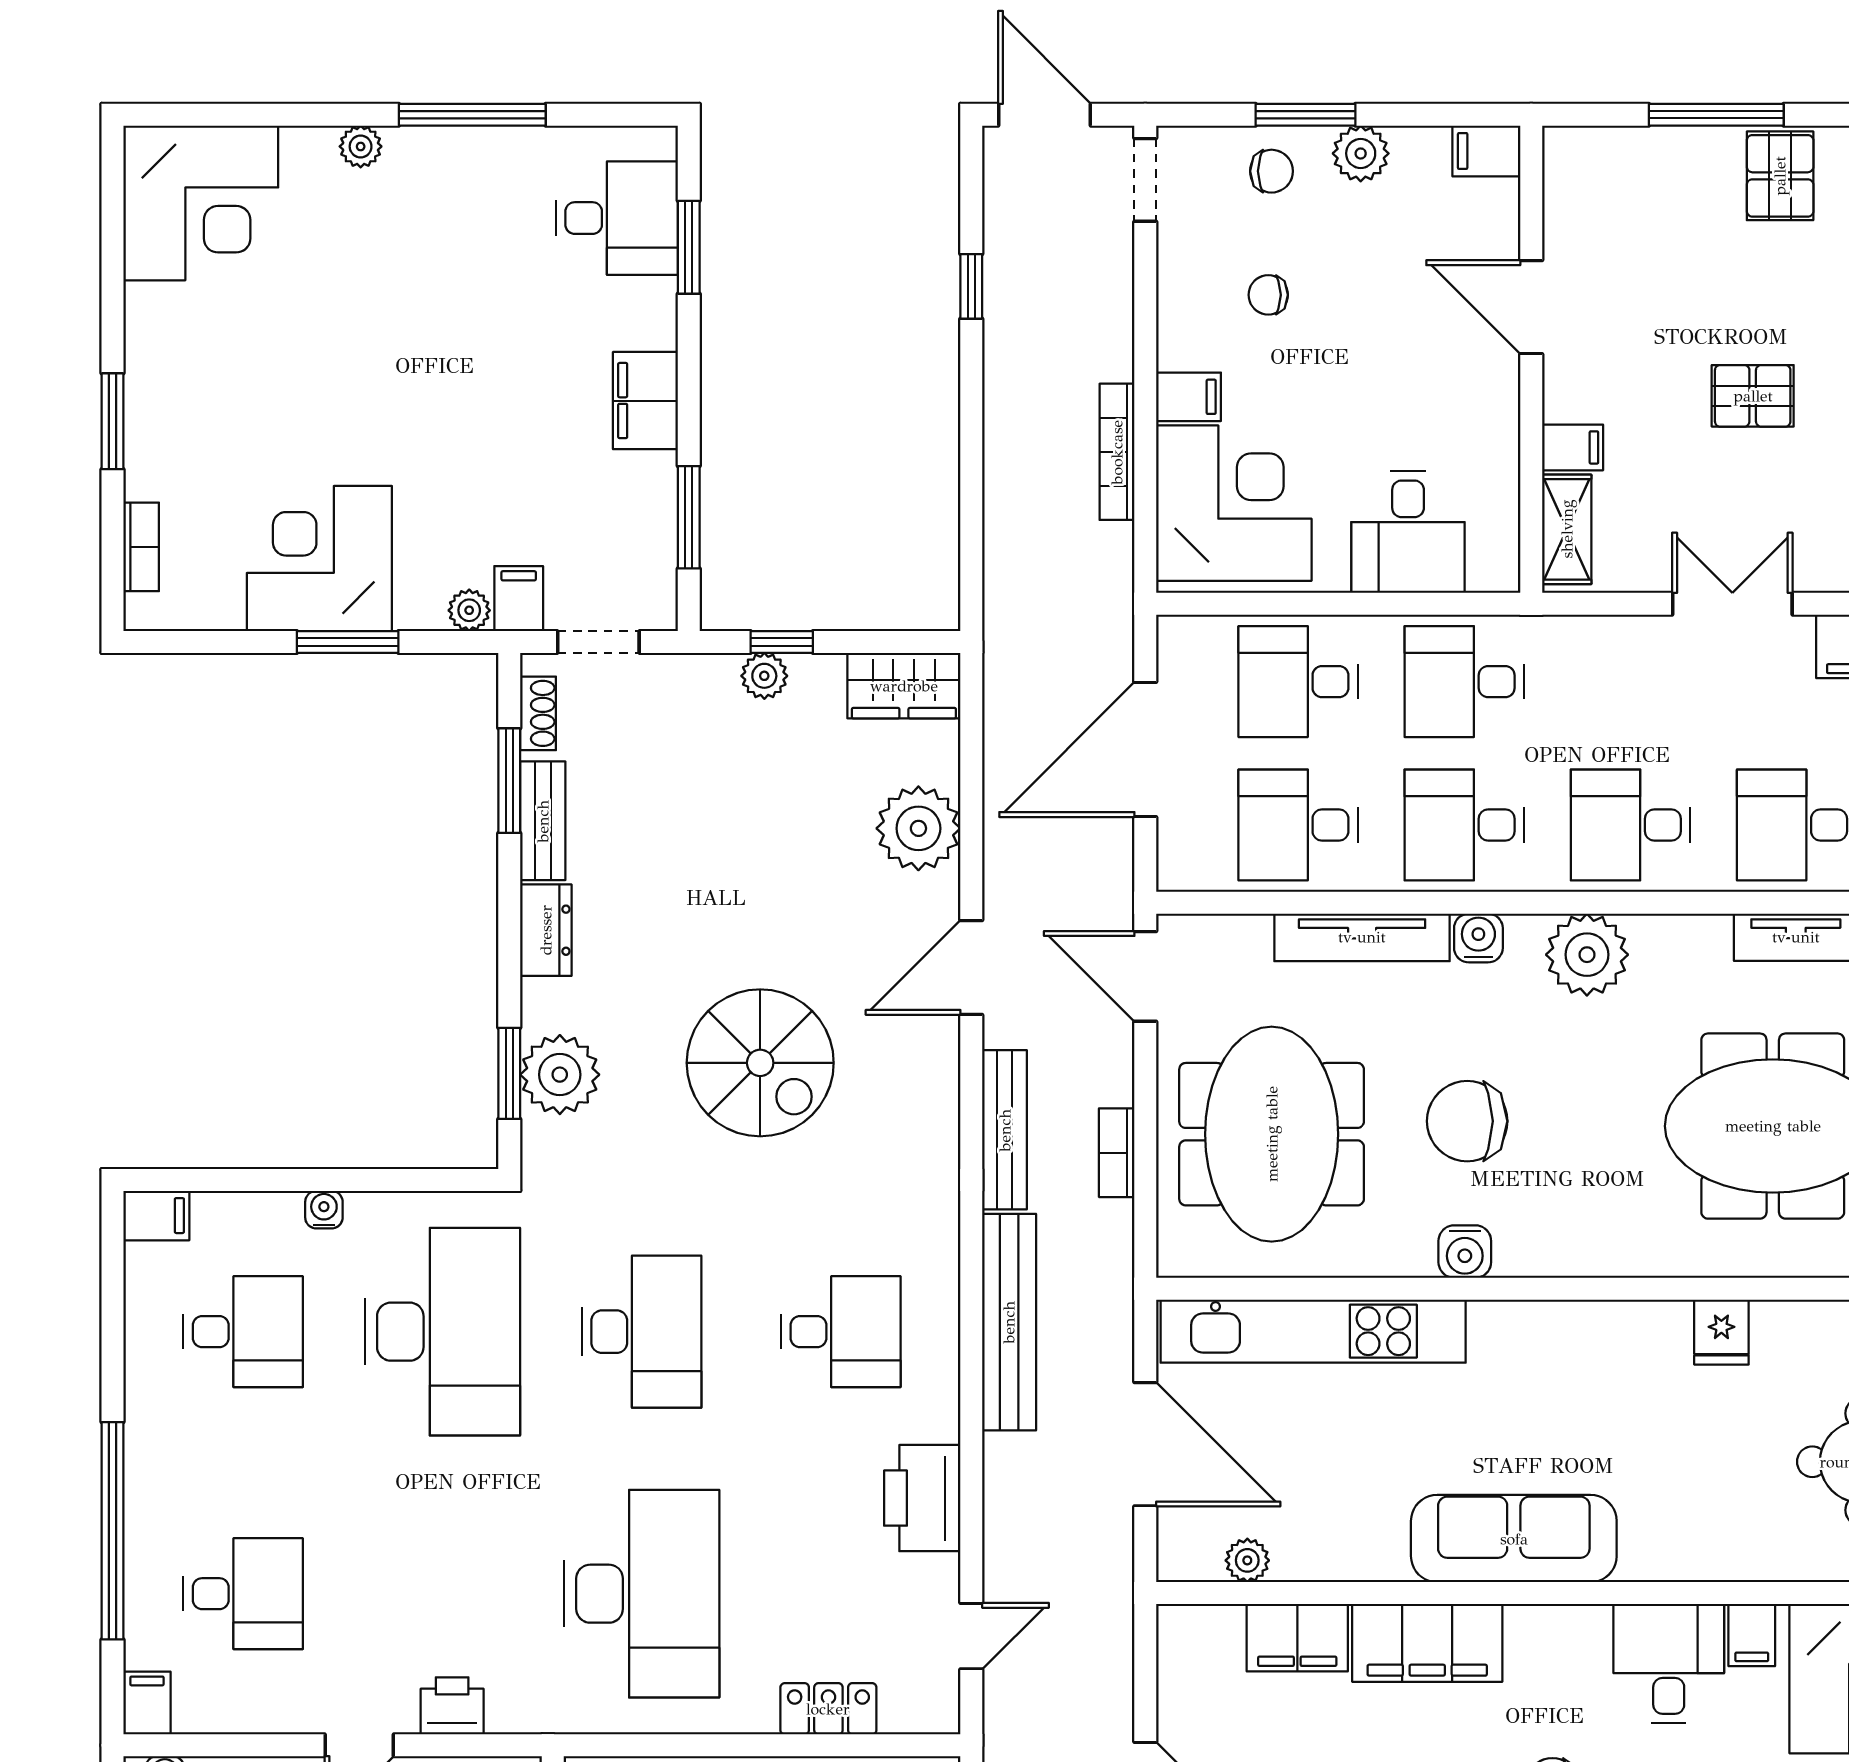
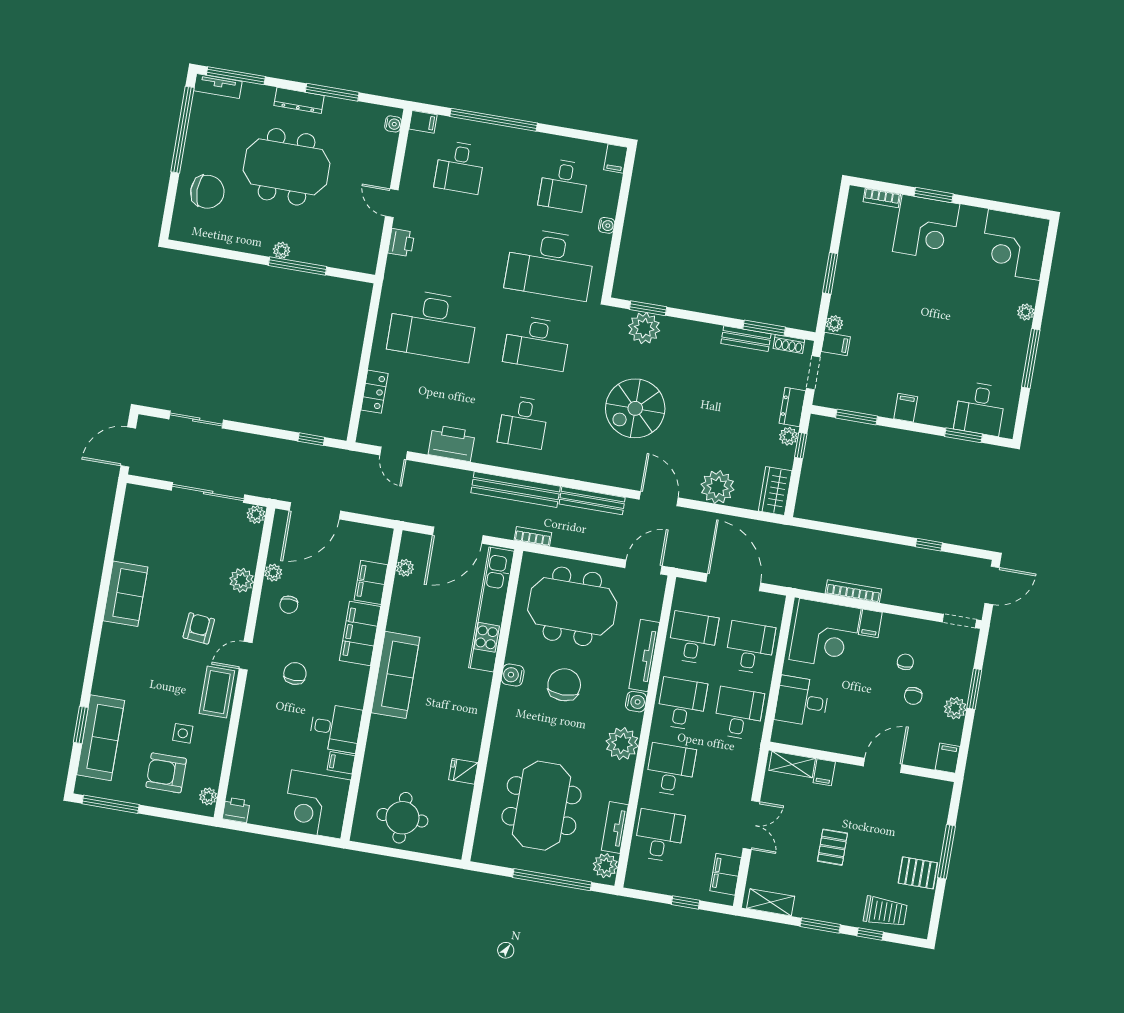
chair: (1272, 171) -> (913, 696), moved
filing cabinet: (645, 401) -> (906, 408), width x0.50
corner desk: (319, 558) -> (926, 228), moved, turned 90
dresser: (546, 930) -> (792, 407), moved, turned 90
bookcase: (1117, 1153) -> (533, 536), moved

